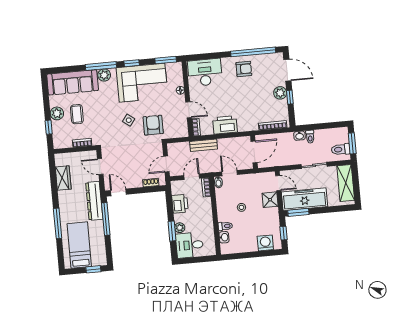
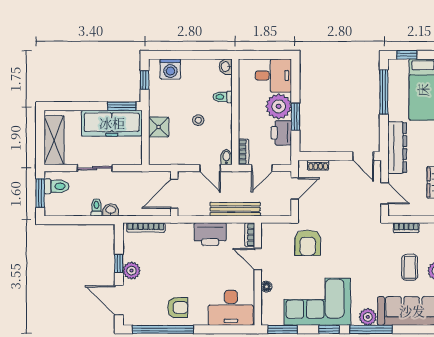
armchair: (244, 69) -> (178, 308), turned 180
side table: (129, 120) -> (340, 253), removed
bench: (204, 145) -> (235, 209), width x1.36
door: (278, 183) -> (145, 148), removed
window: (106, 219) -> (384, 92), moved
plant: (180, 228) -> (279, 106), width x1.87, depth x1.87
window: (172, 231) -> (295, 117), moved
washbasin: (224, 237) -> (226, 67), moved

